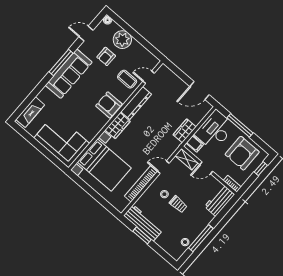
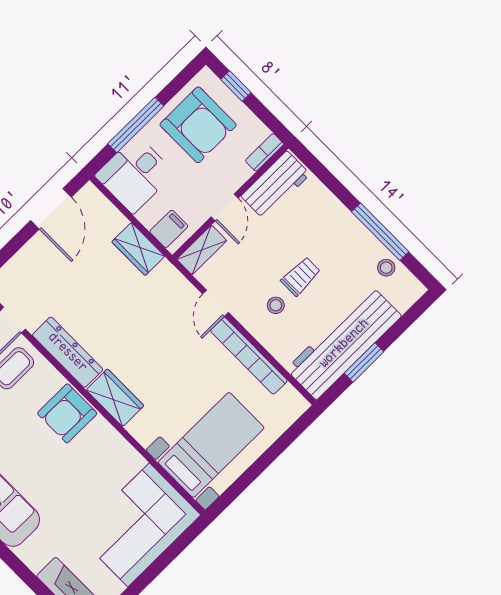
desk: (215, 130) -> (135, 174), width x0.73
bed with nightstands: (104, 165) -> (211, 445), width x0.73
workbench: (220, 201) -> (276, 185), moved, turned -90
workbench: (143, 223) -> (344, 343), width x1.36, depth x1.32

